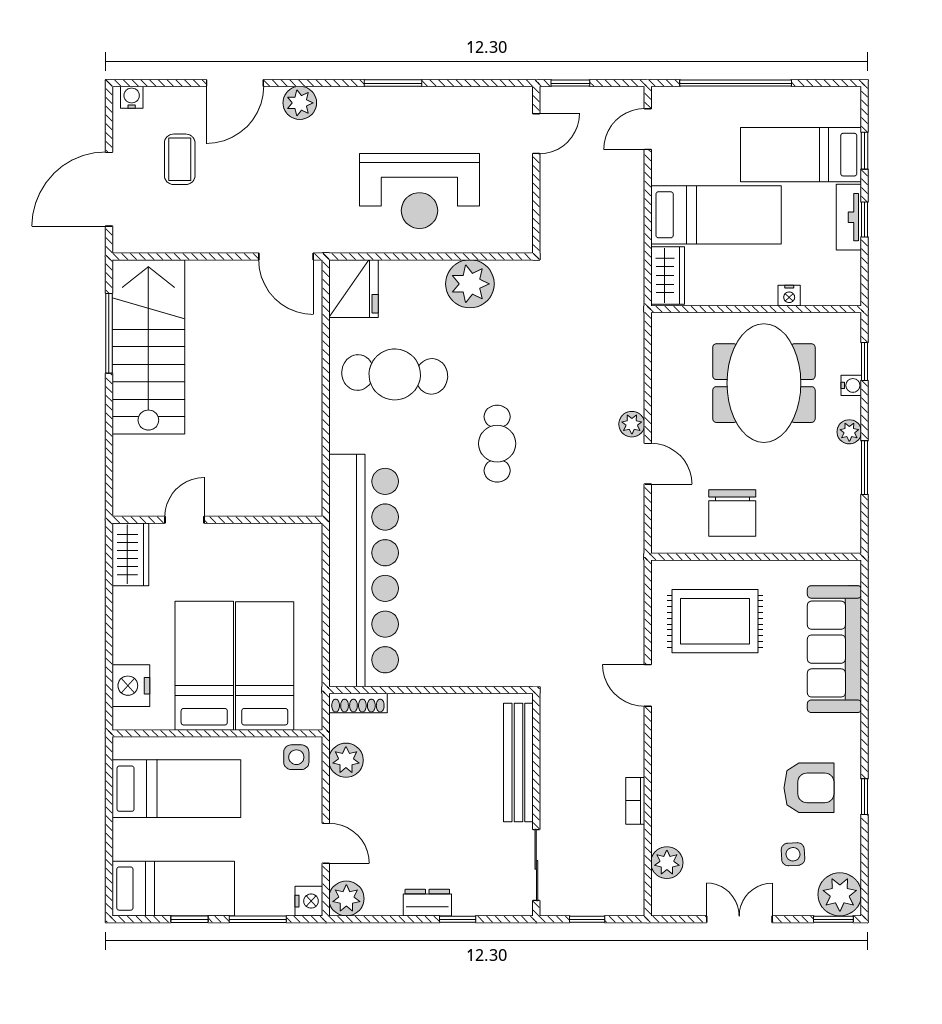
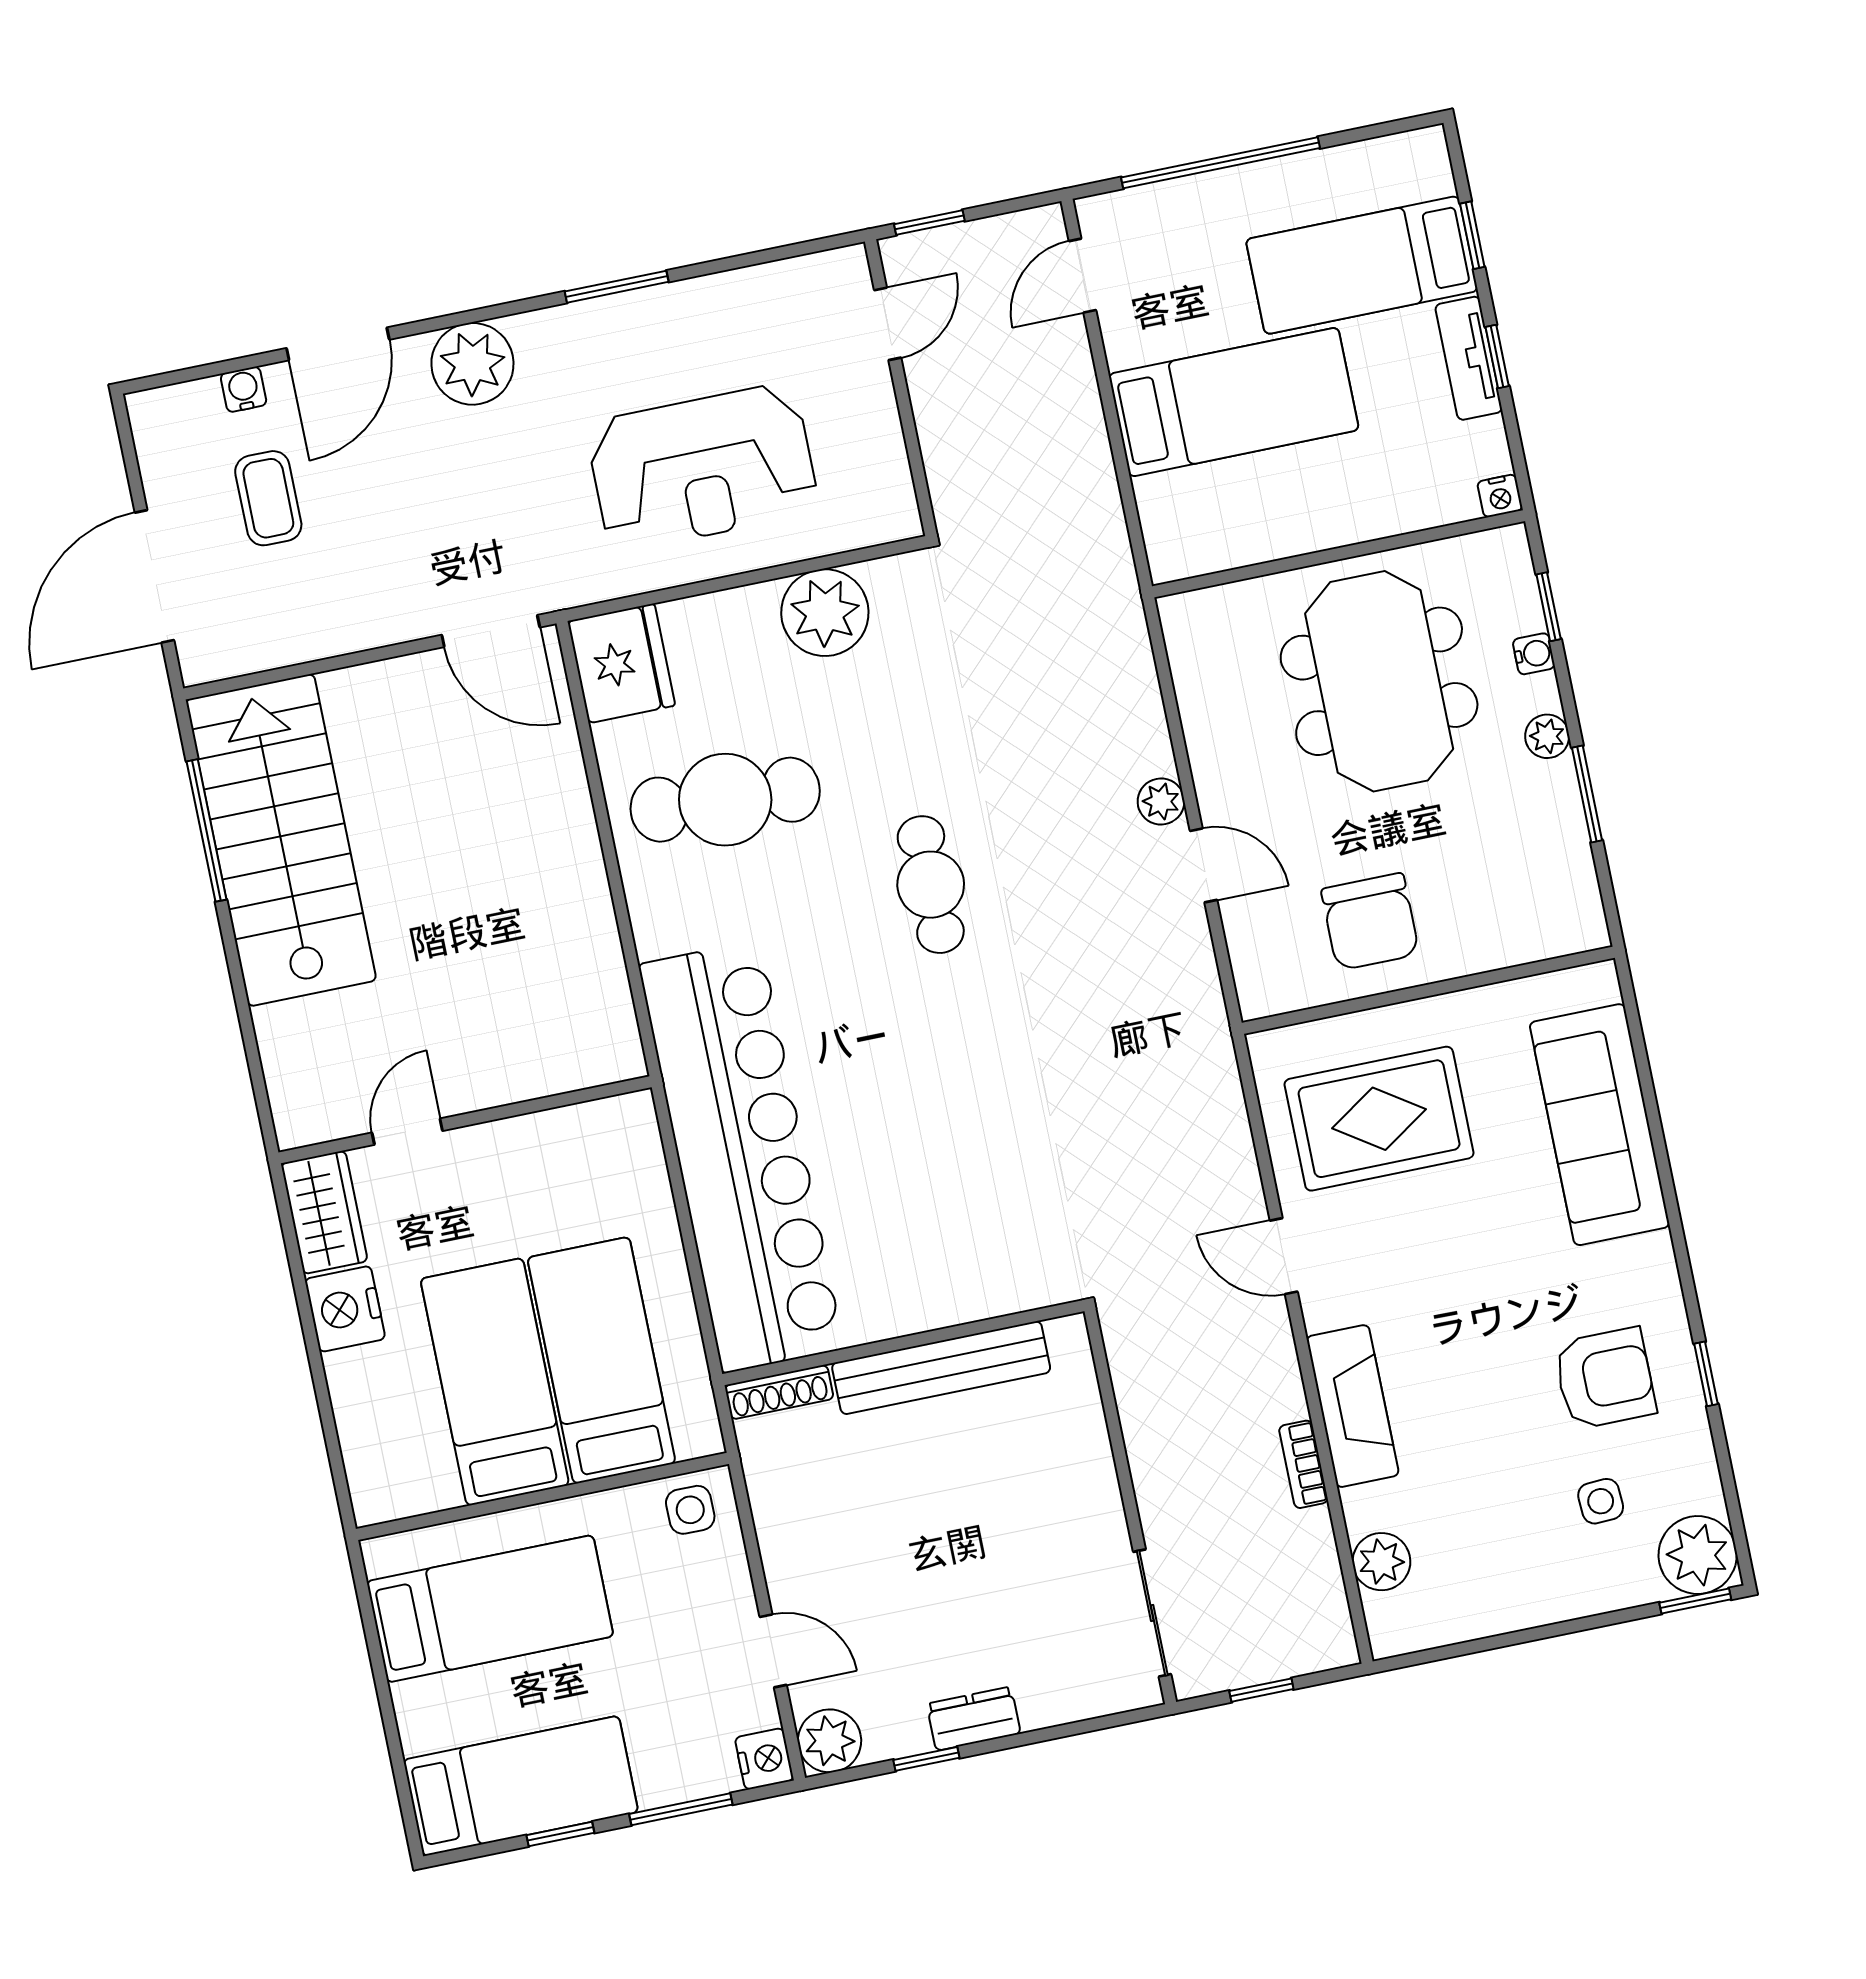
water cooler: (132, 97) -> (244, 389), moved
plant: (300, 103) -> (472, 364), width x1.36, depth x1.36
wardrobe: (668, 275) -> (1170, 526), removed
nightstand: (789, 296) -> (1500, 496), moved
nightstand: (131, 686) -> (345, 1309), moved
plant: (346, 760) -> (779, 1497), removed
bench: (518, 763) -> (941, 1368), moved, turned 90
fireplace: (669, 775) -> (1353, 1406), added
window: (458, 919) -> (926, 1759), moved
double door: (739, 919) -> (1530, 1635), removed

